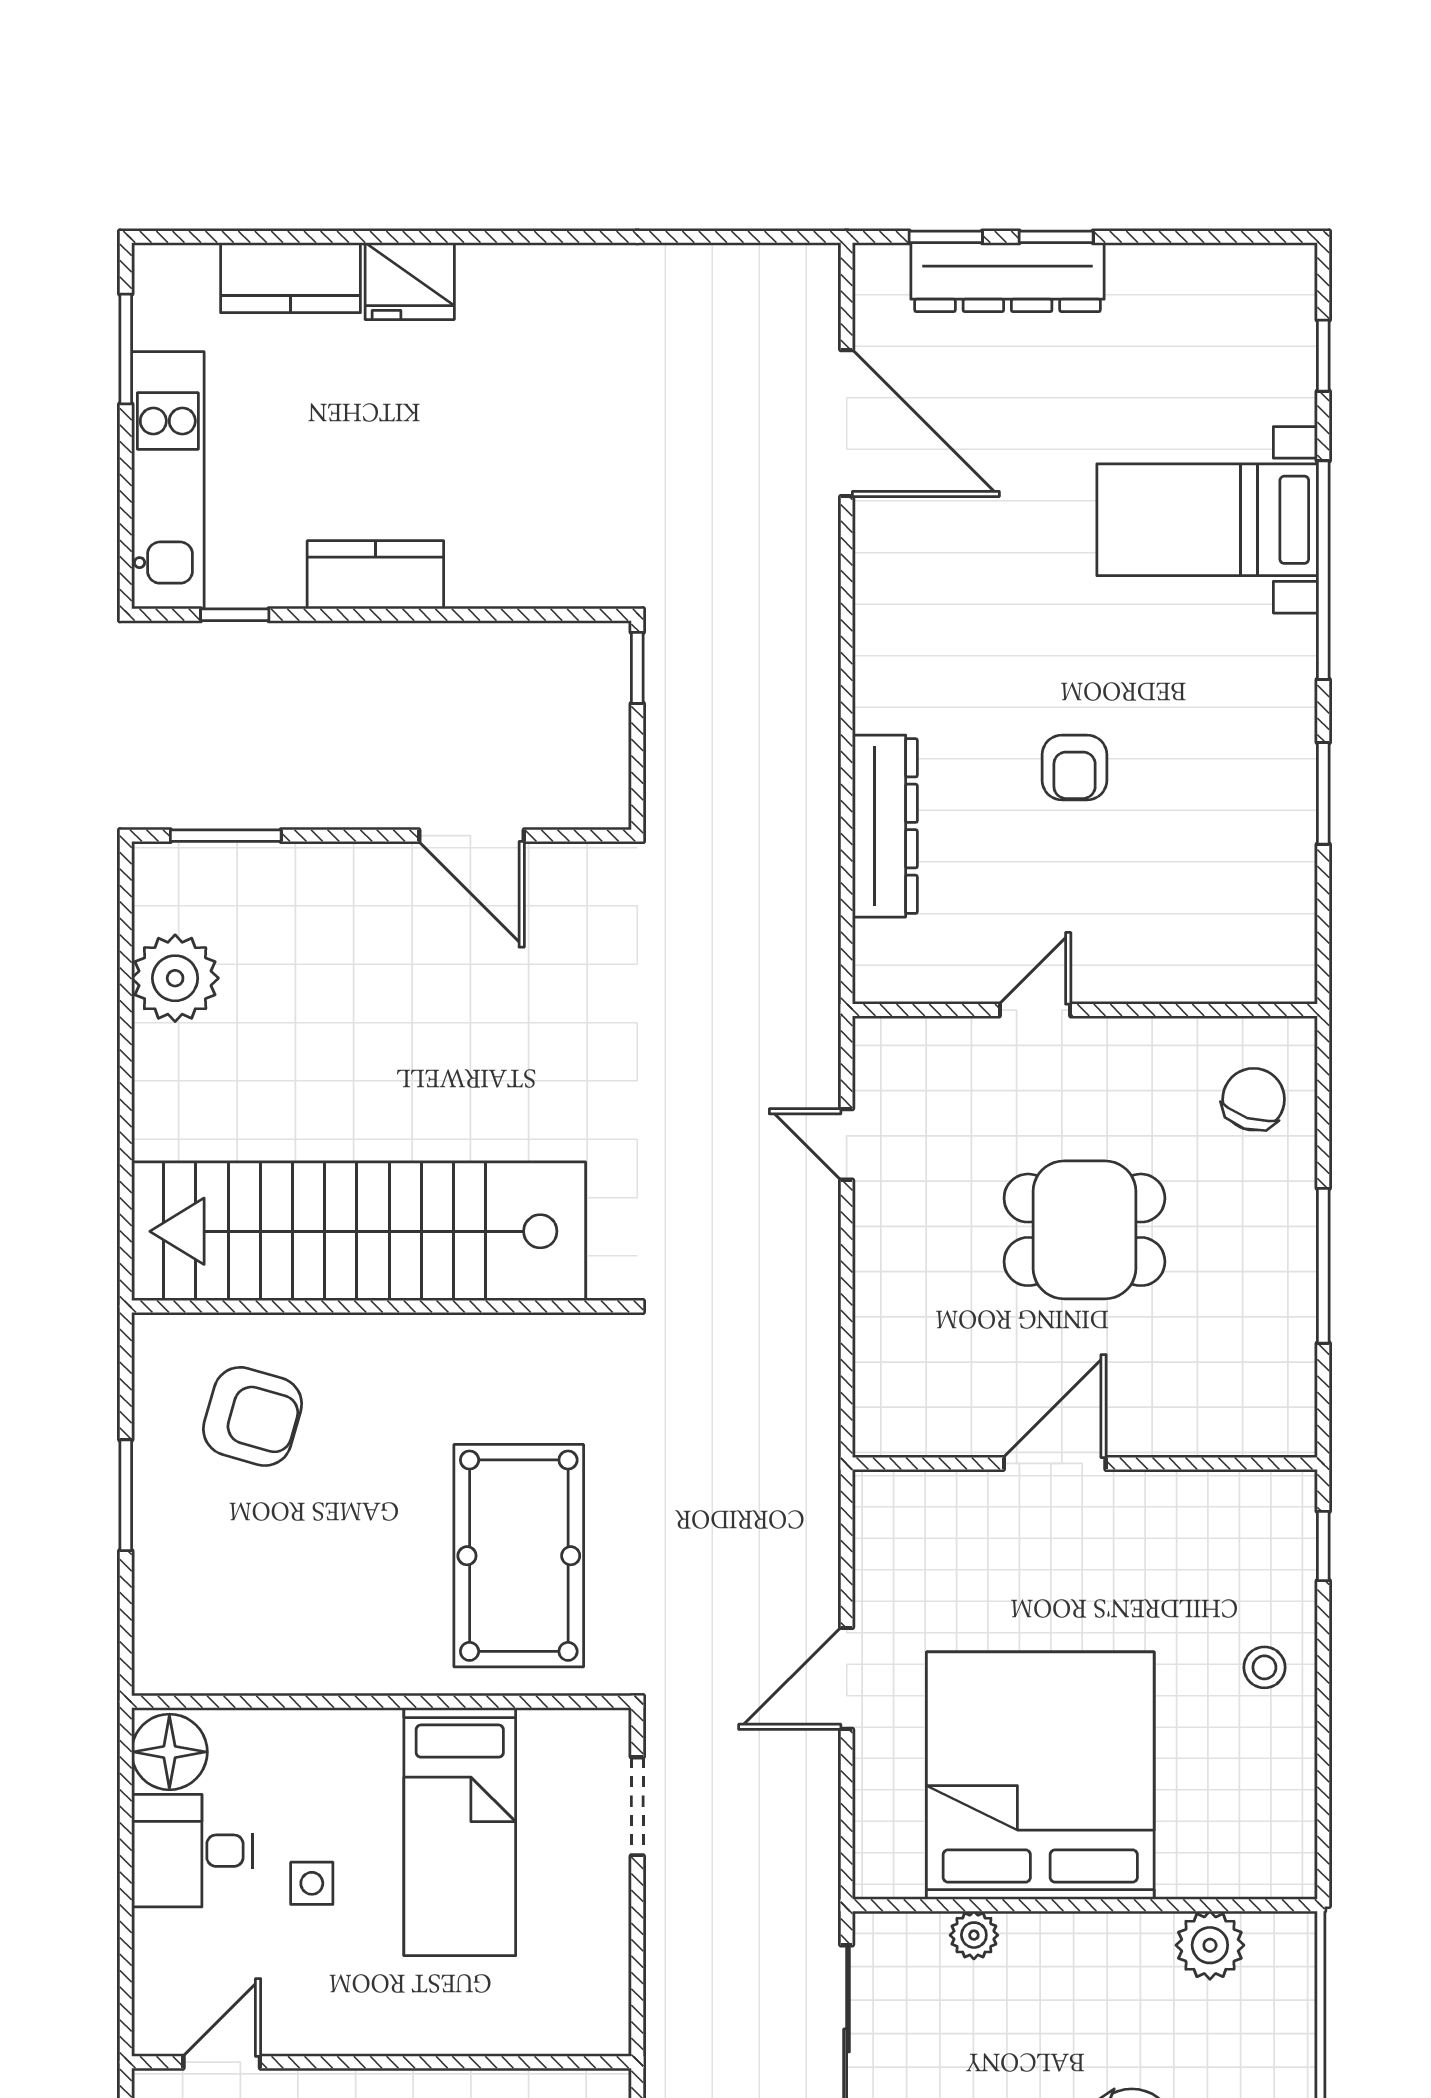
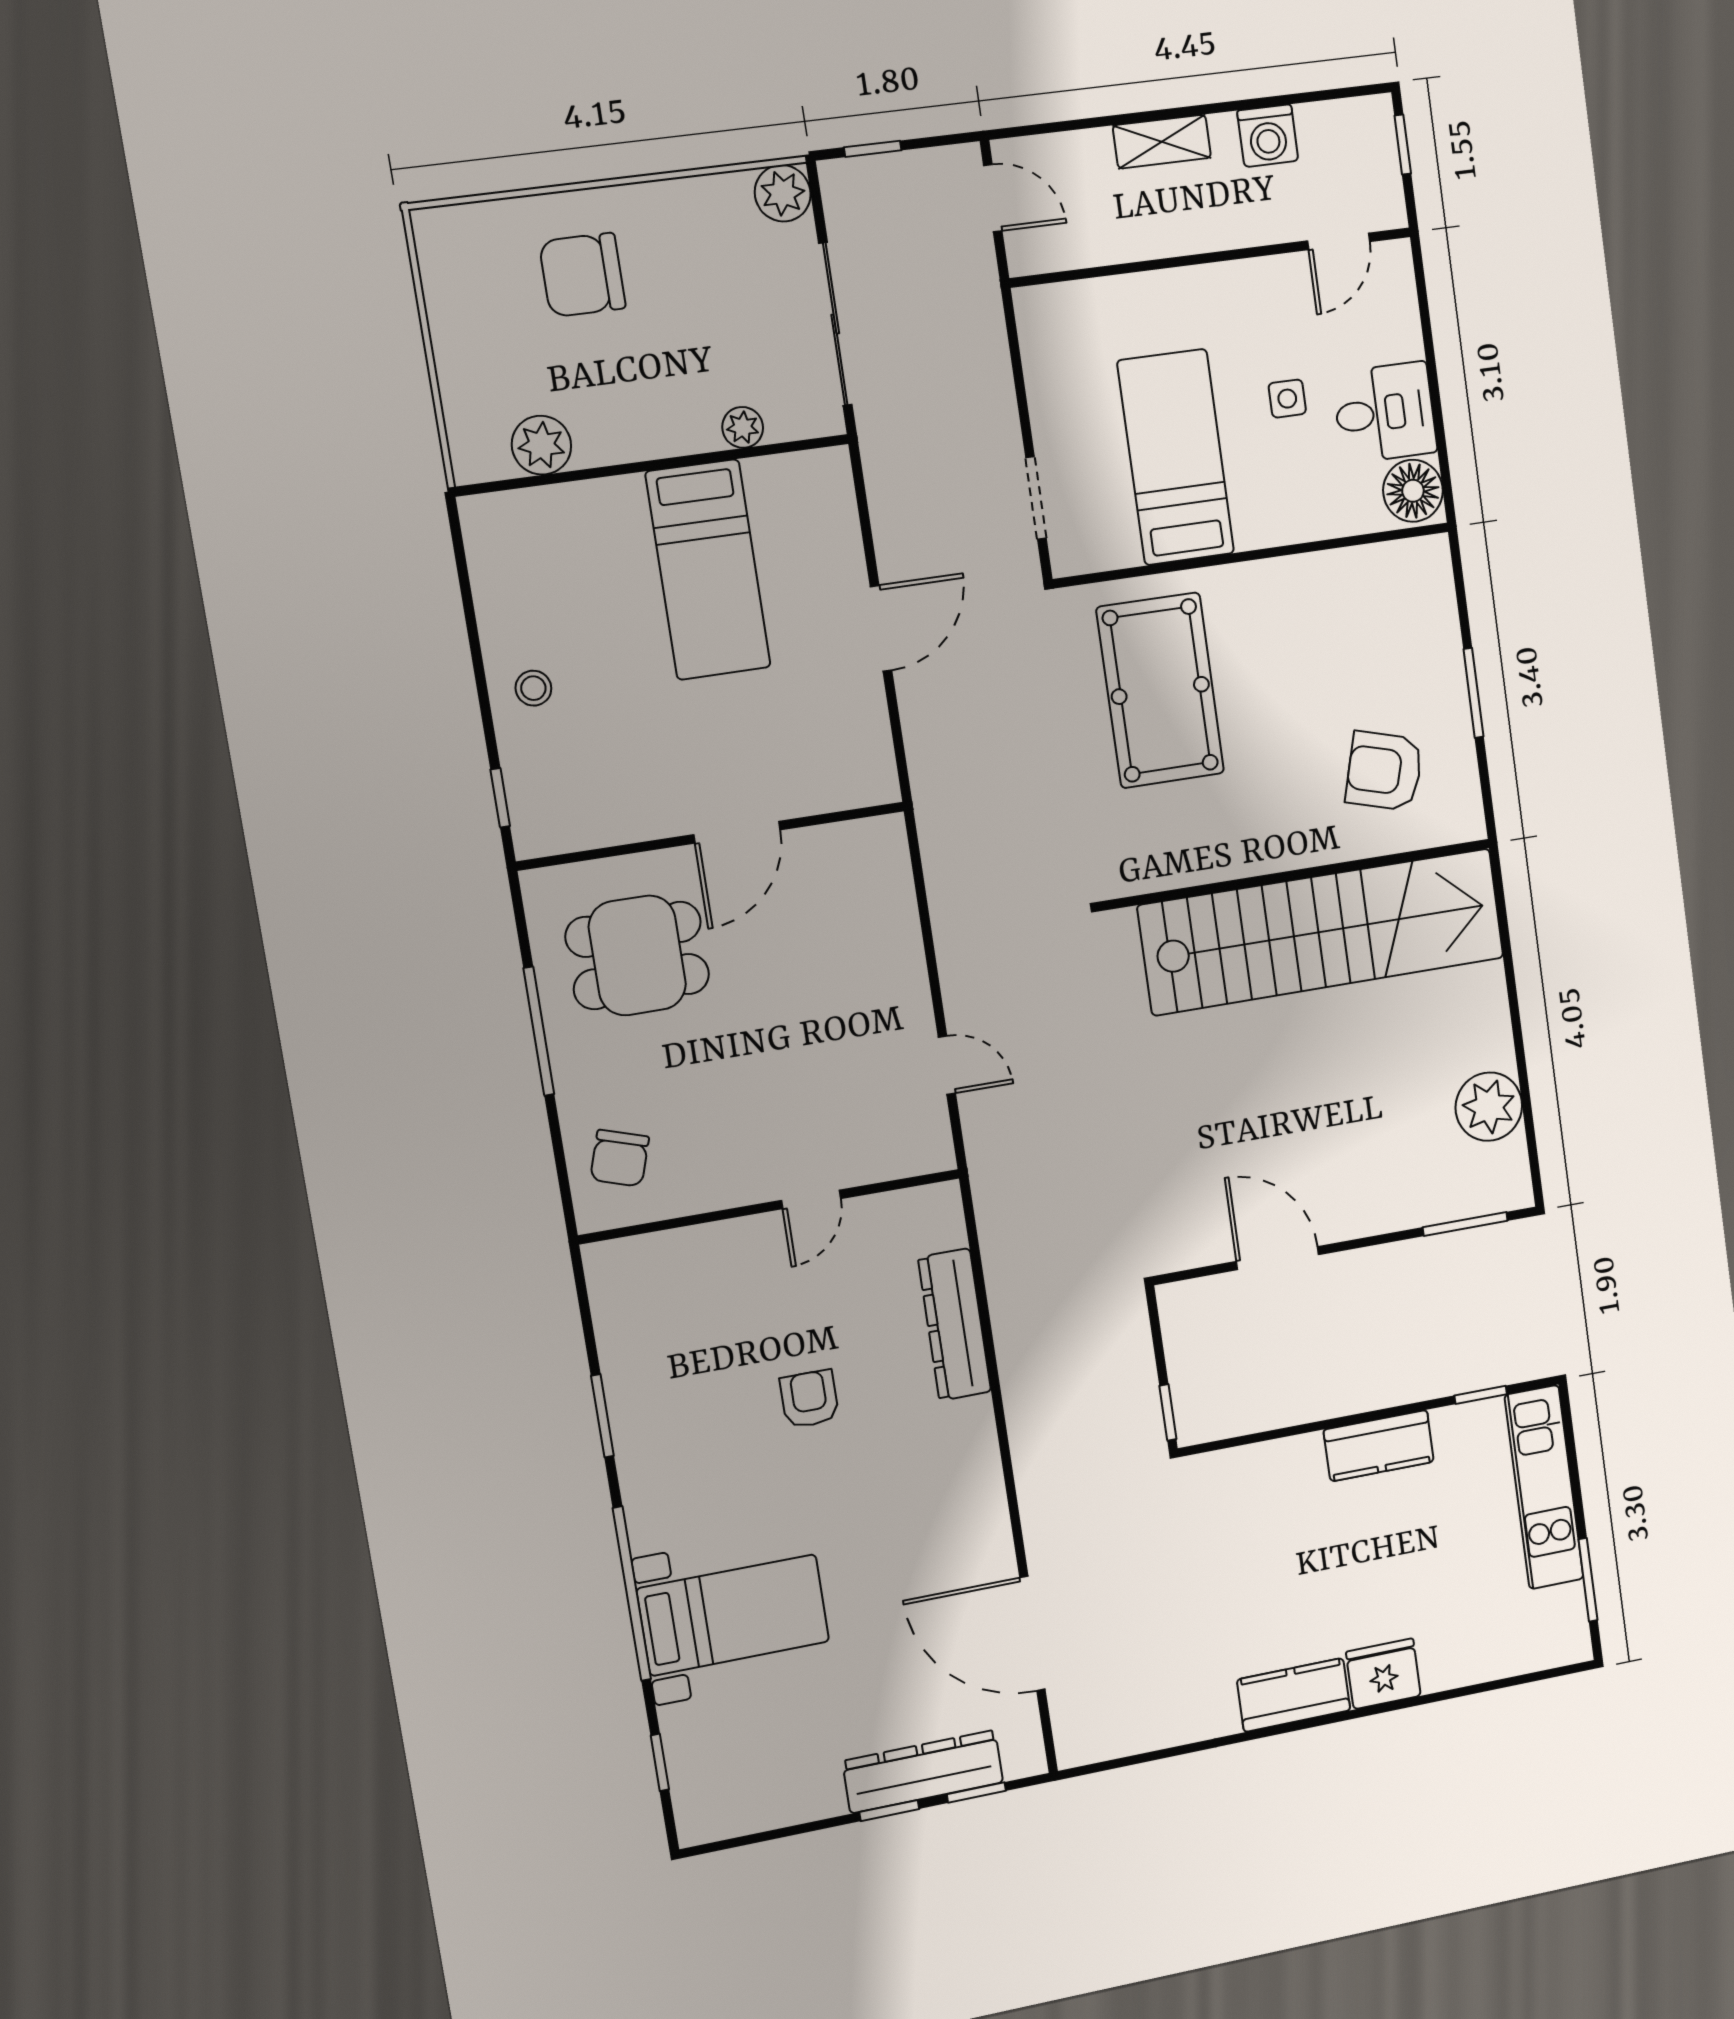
kitchen counter: (290, 278) -> (1294, 1695), moved
dining table: (1084, 1230) -> (637, 955), moved
bed: (1040, 1776) -> (708, 570), width x0.49

